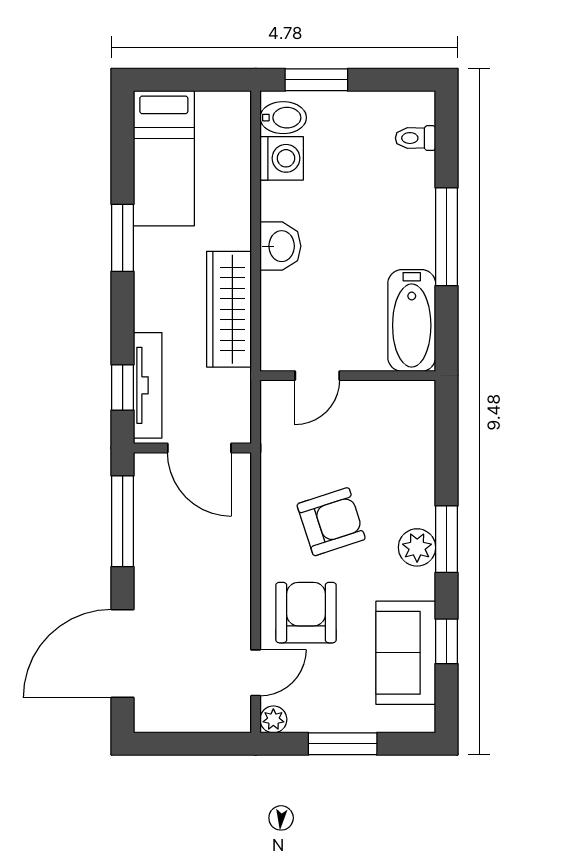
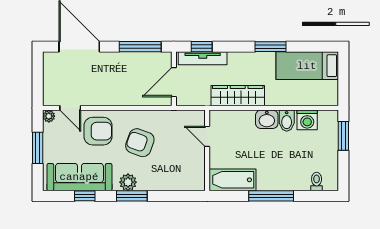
bidet: (283, 118) -> (287, 121), moved
armchair: (331, 522) -> (140, 143), turned 128
sofa: (406, 653) -> (79, 177), width x1.36

